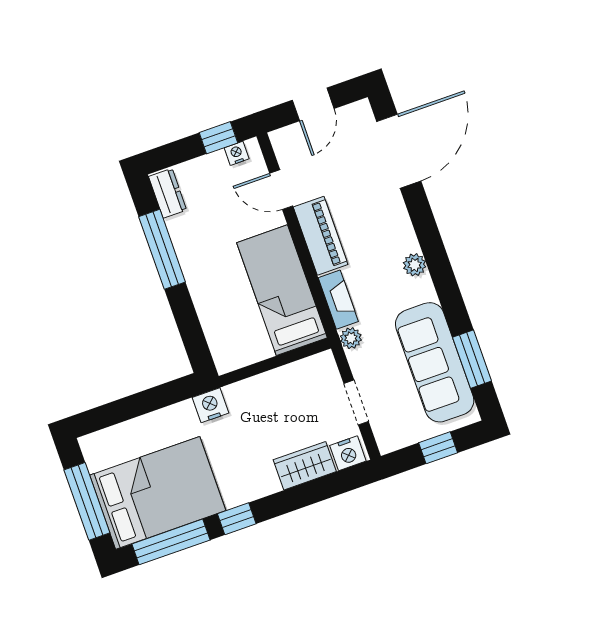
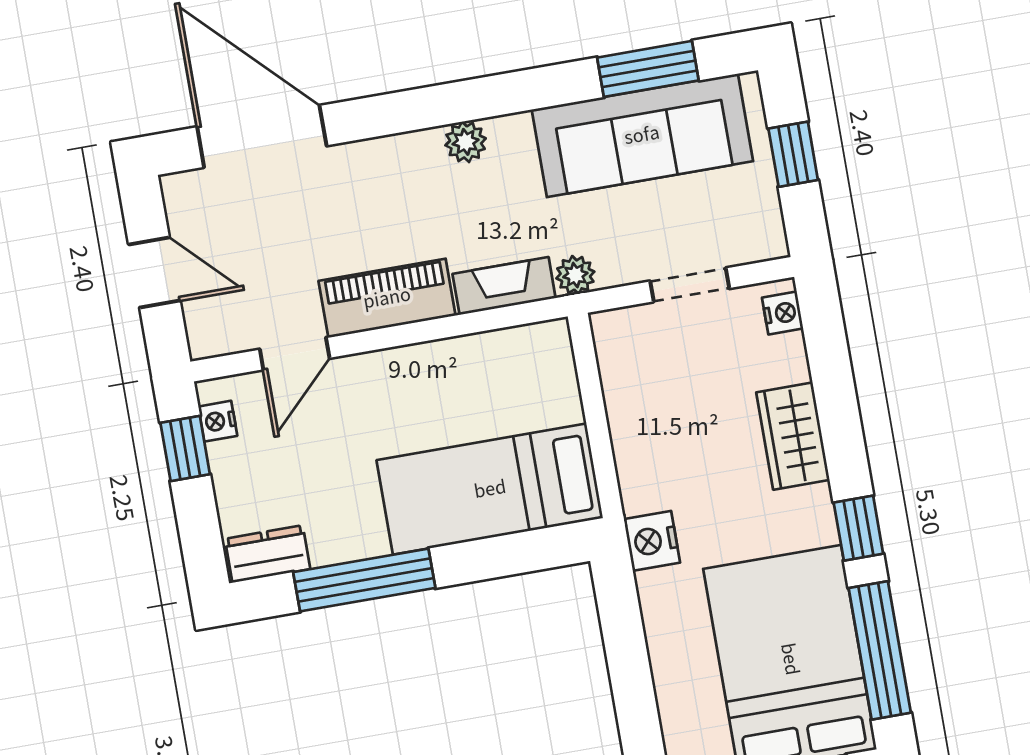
bed: (282, 290) -> (490, 489), moved
nightstand: (348, 453) -> (783, 313), width x0.72, depth x0.74
wardrobe: (305, 466) -> (793, 436), moved

